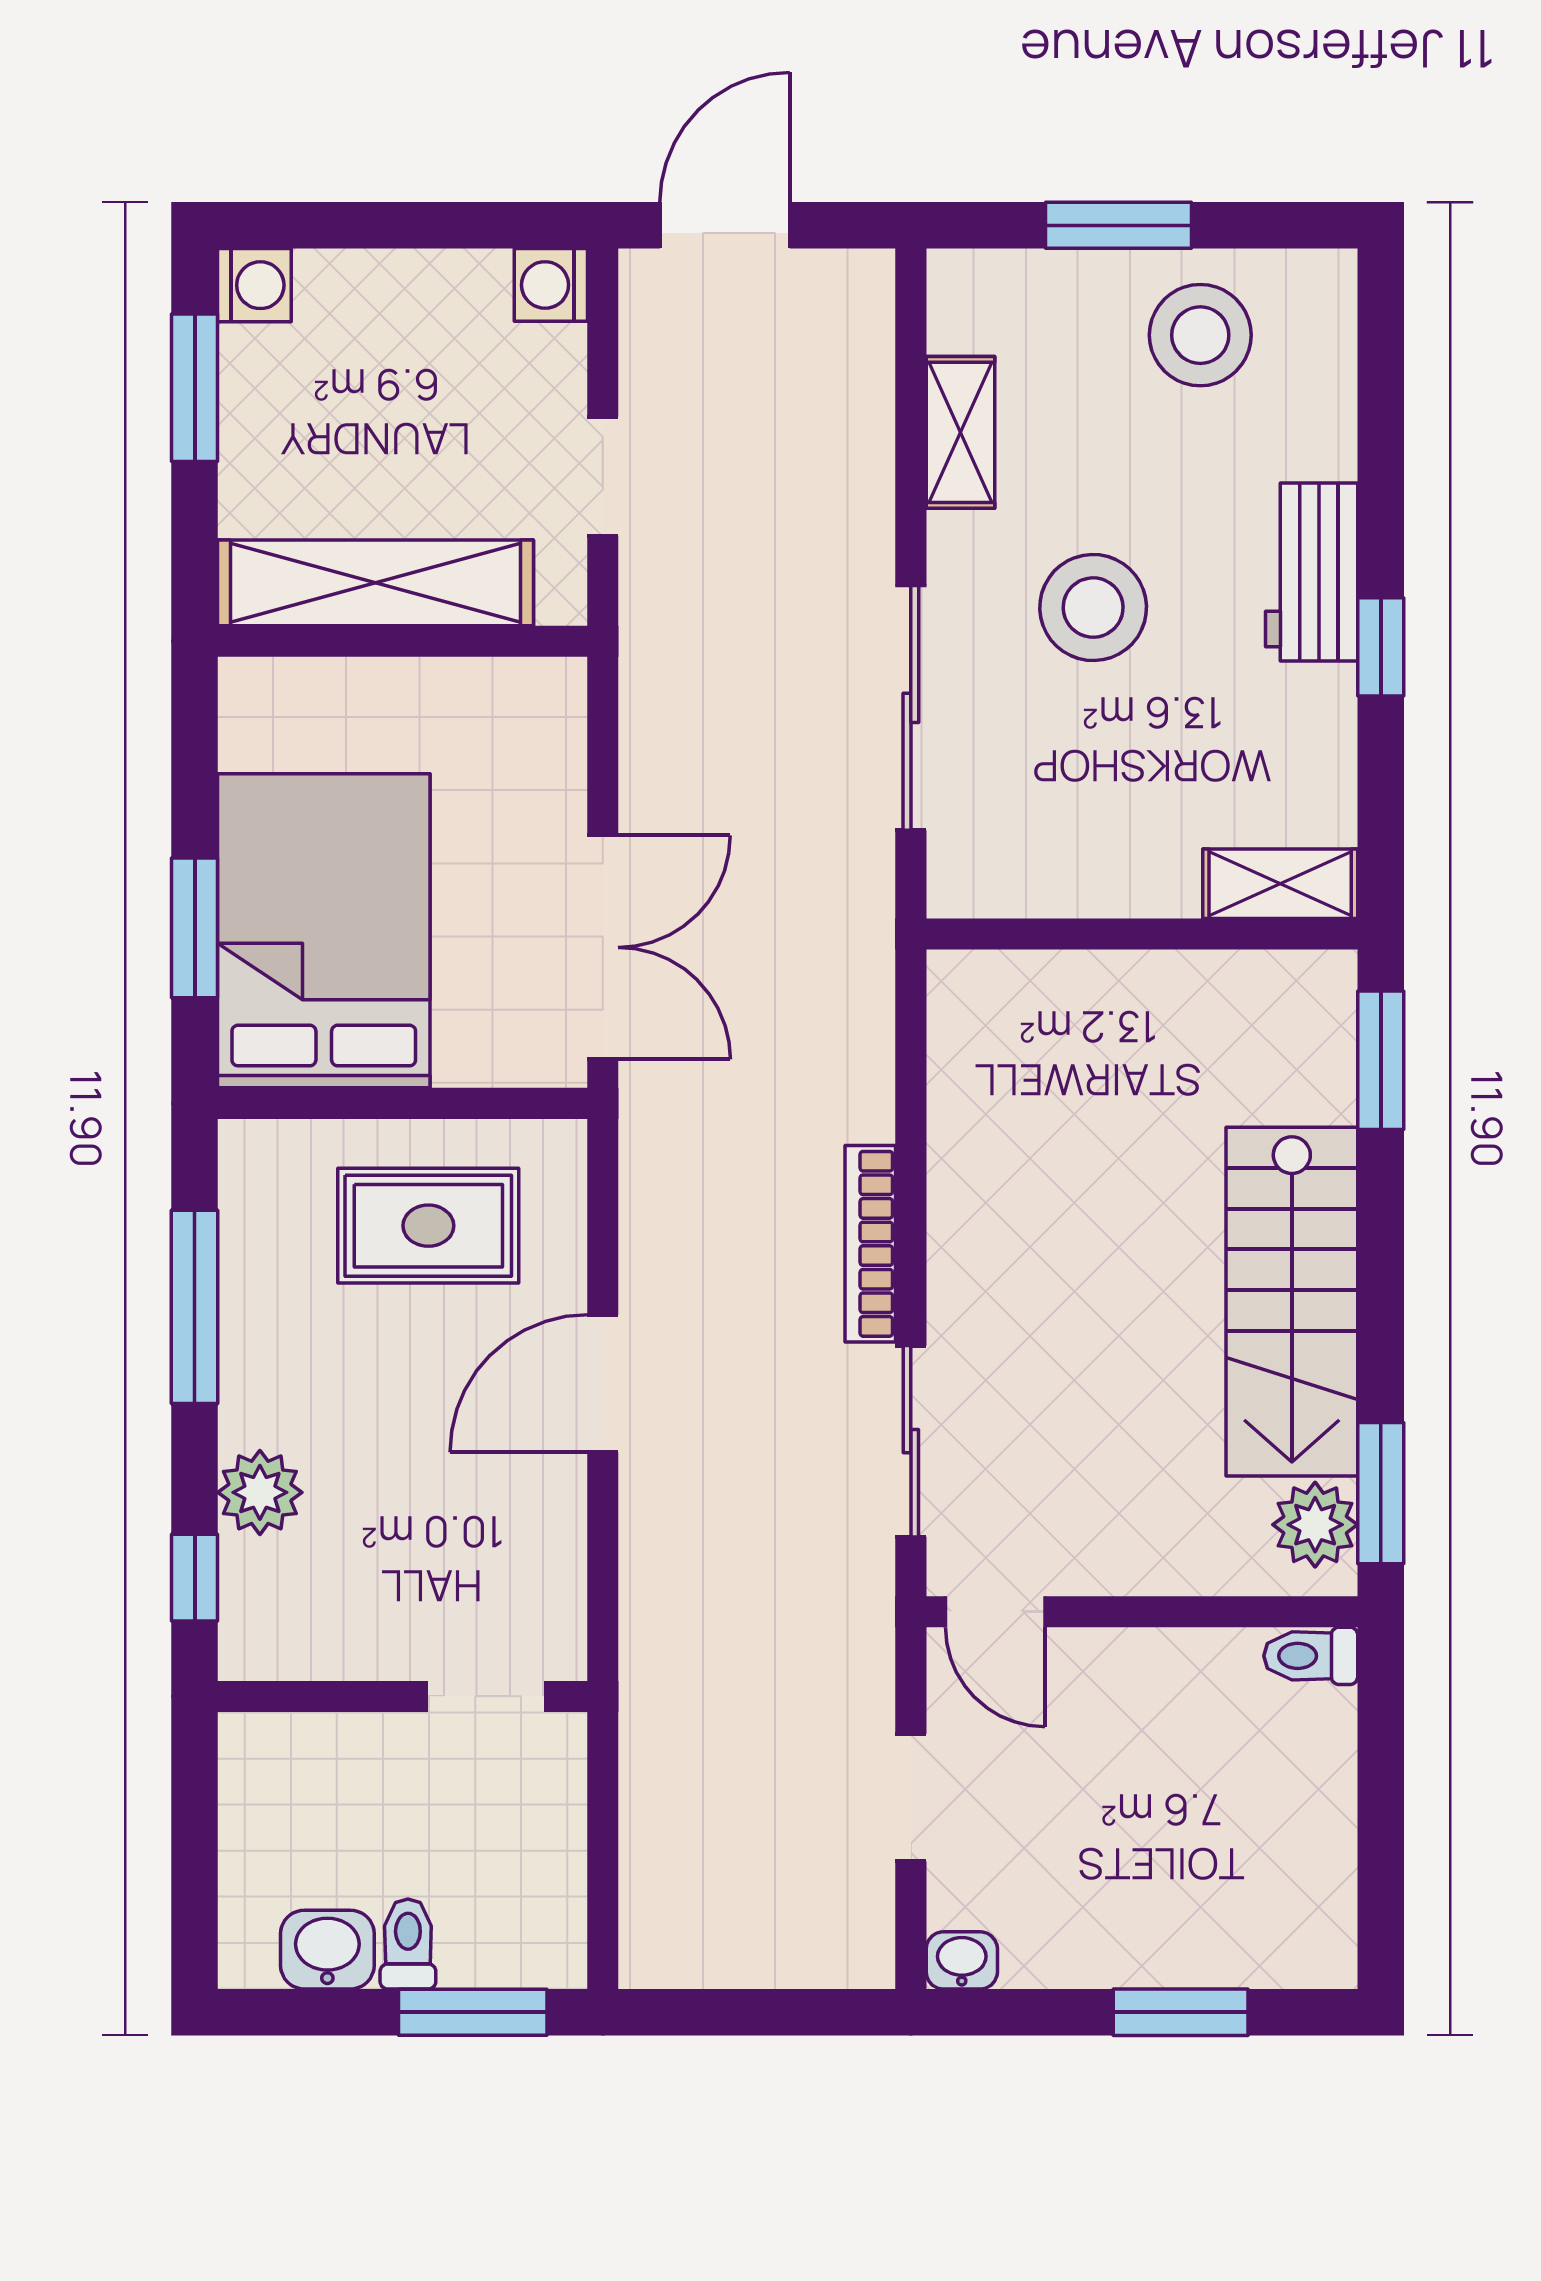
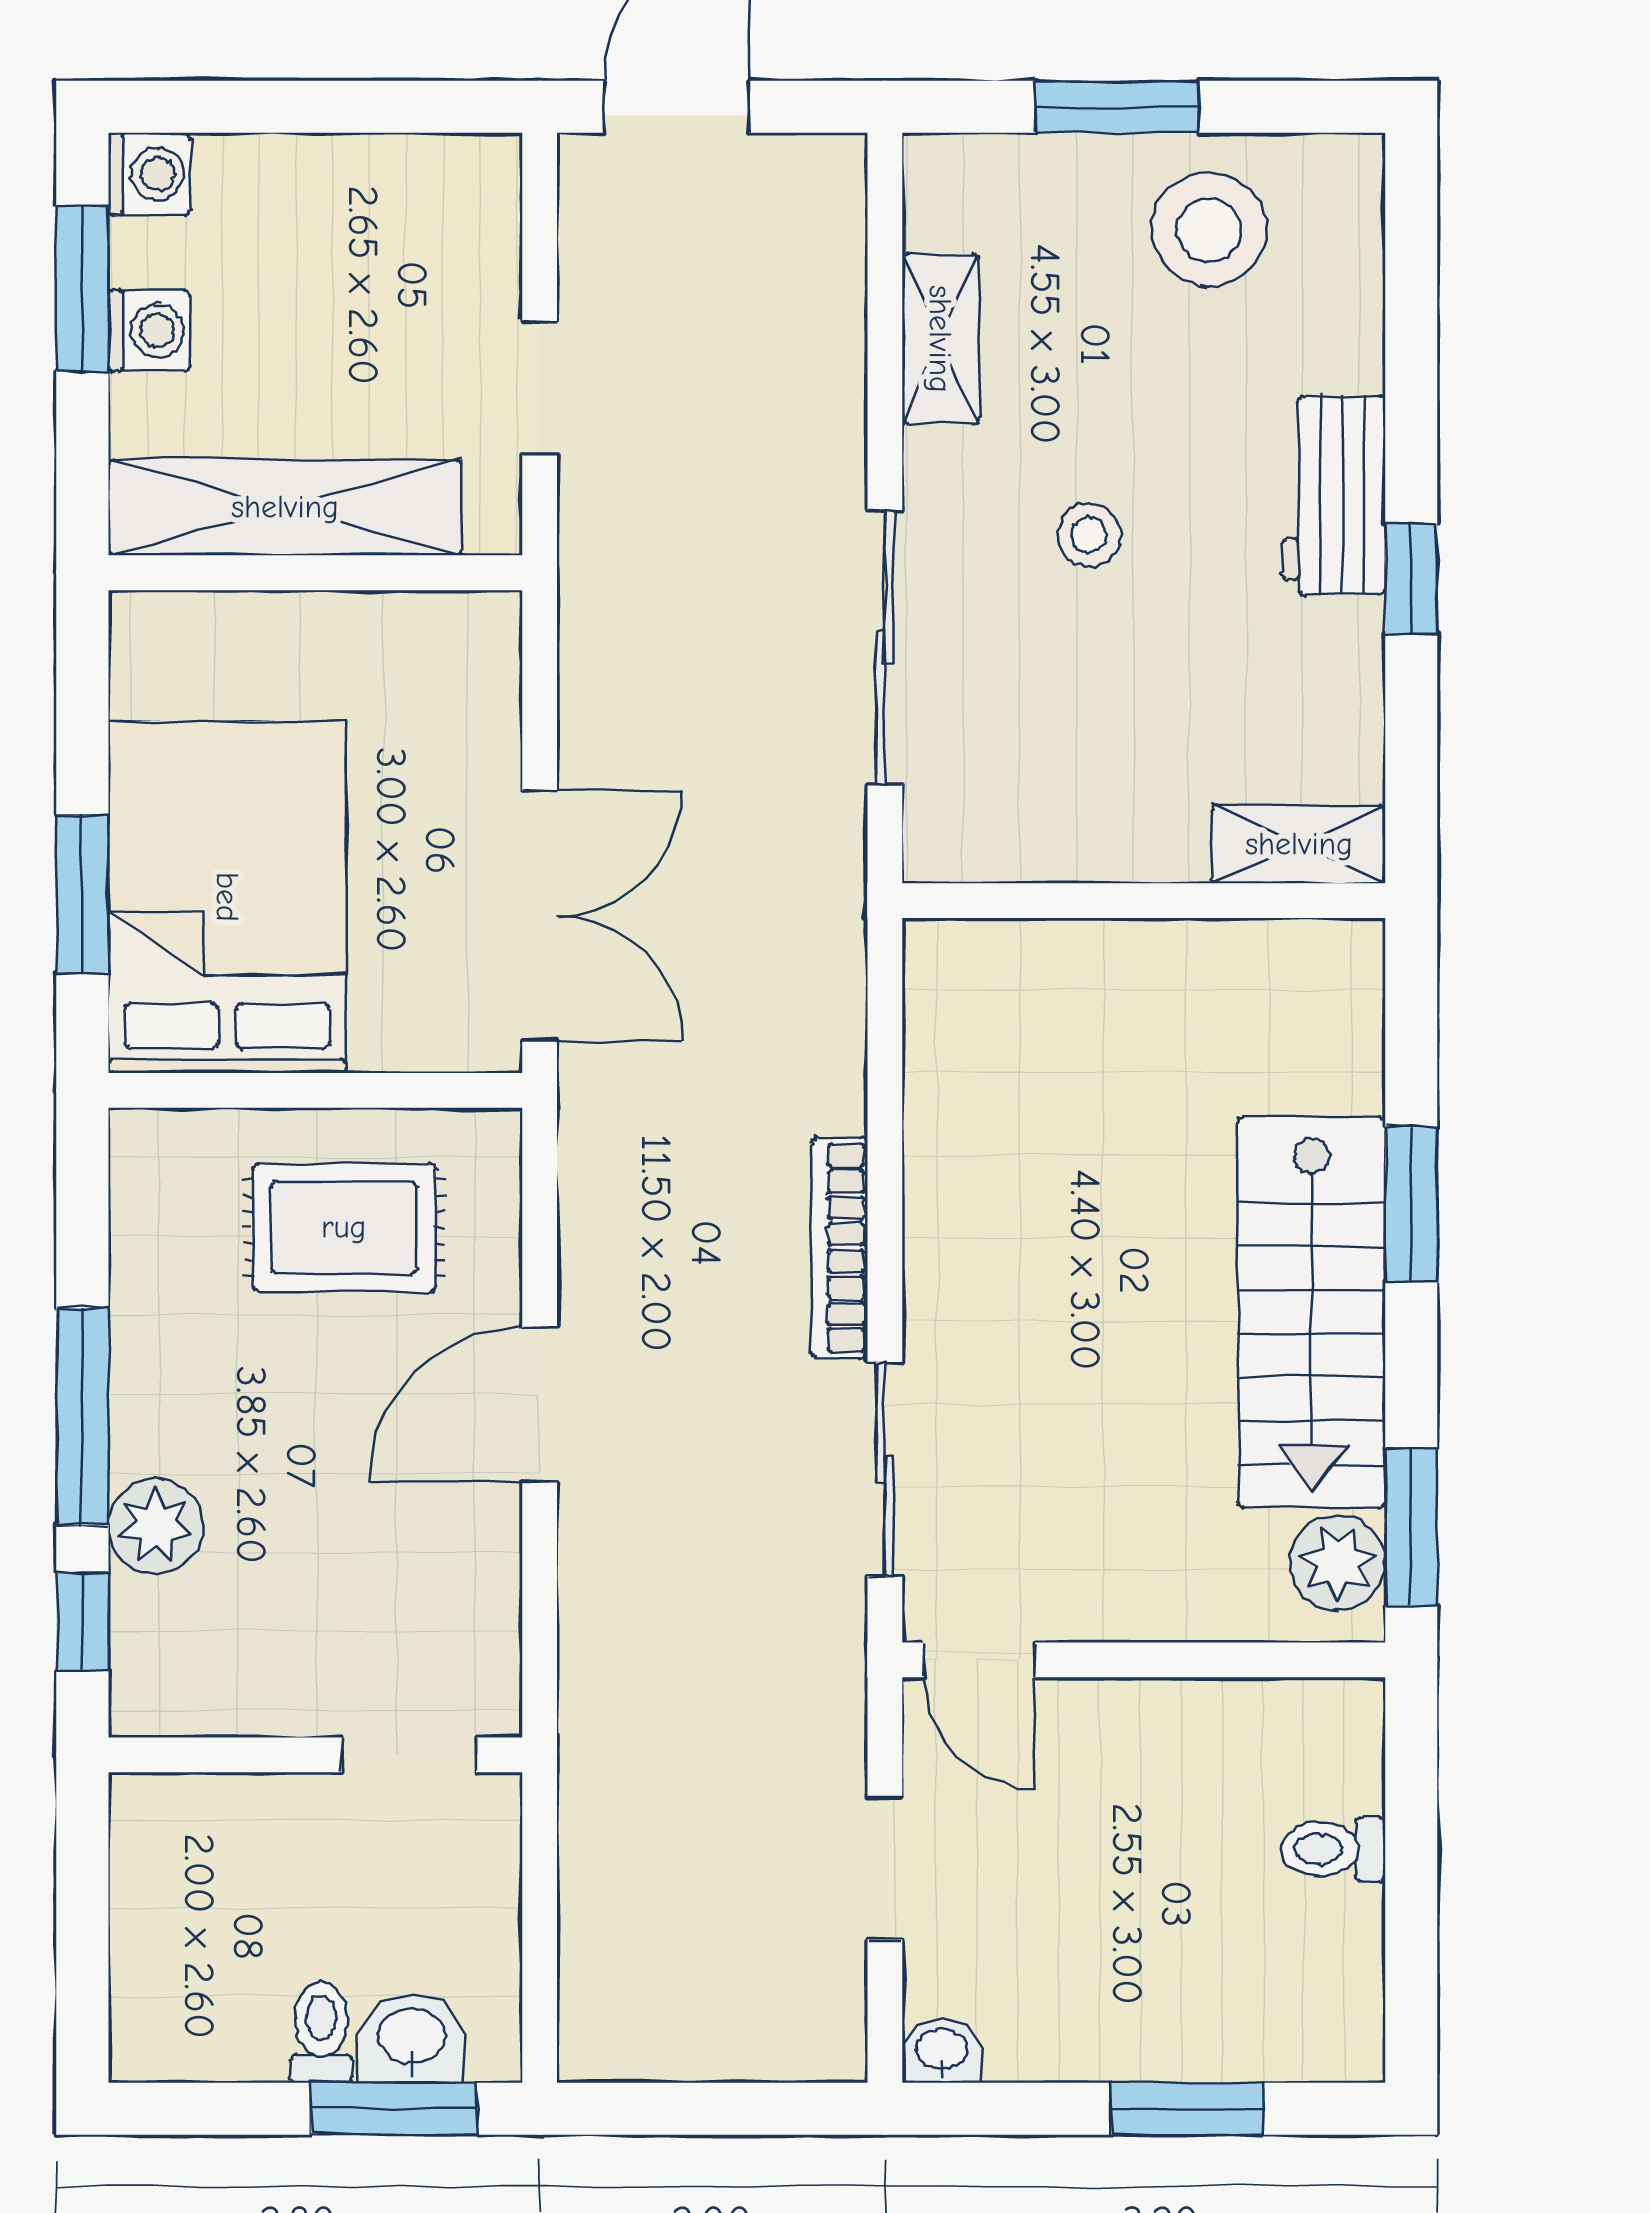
washing machine: (551, 285) -> (149, 331), moved, turned 180
stool: (1093, 608) -> (1089, 535), width x0.53, depth x0.53
window: (1381, 1060) -> (1411, 1204), moved
window: (195, 1307) -> (82, 1417), moved
toilet: (1311, 1656) -> (1333, 1849), moved
washbasin: (327, 1950) -> (412, 2039), moved

